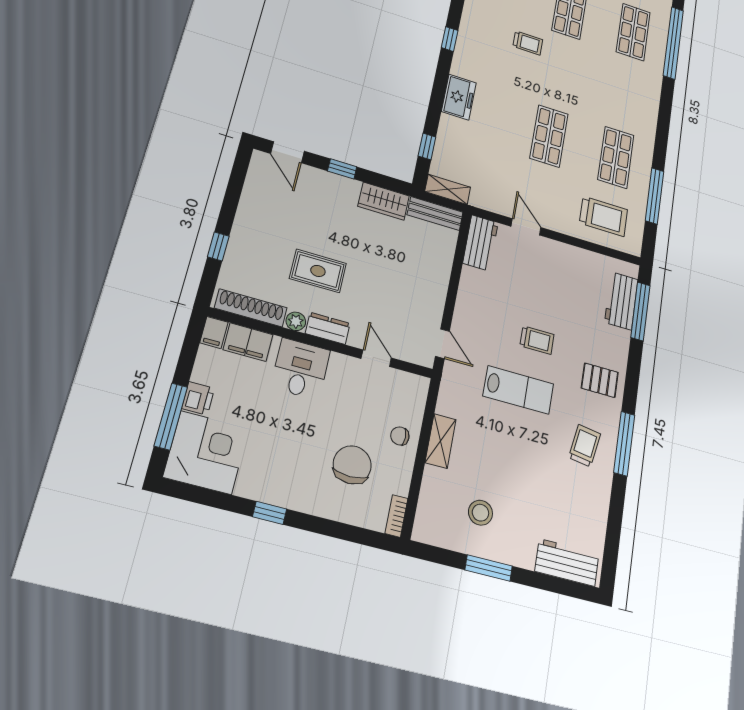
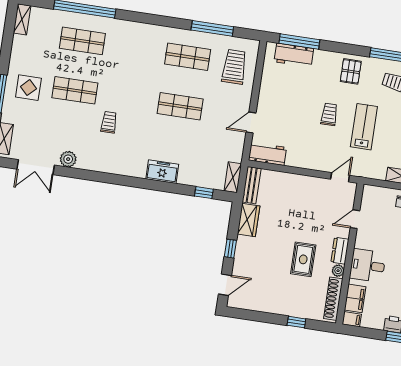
window: (450, 39) -> (118, 180), removed

